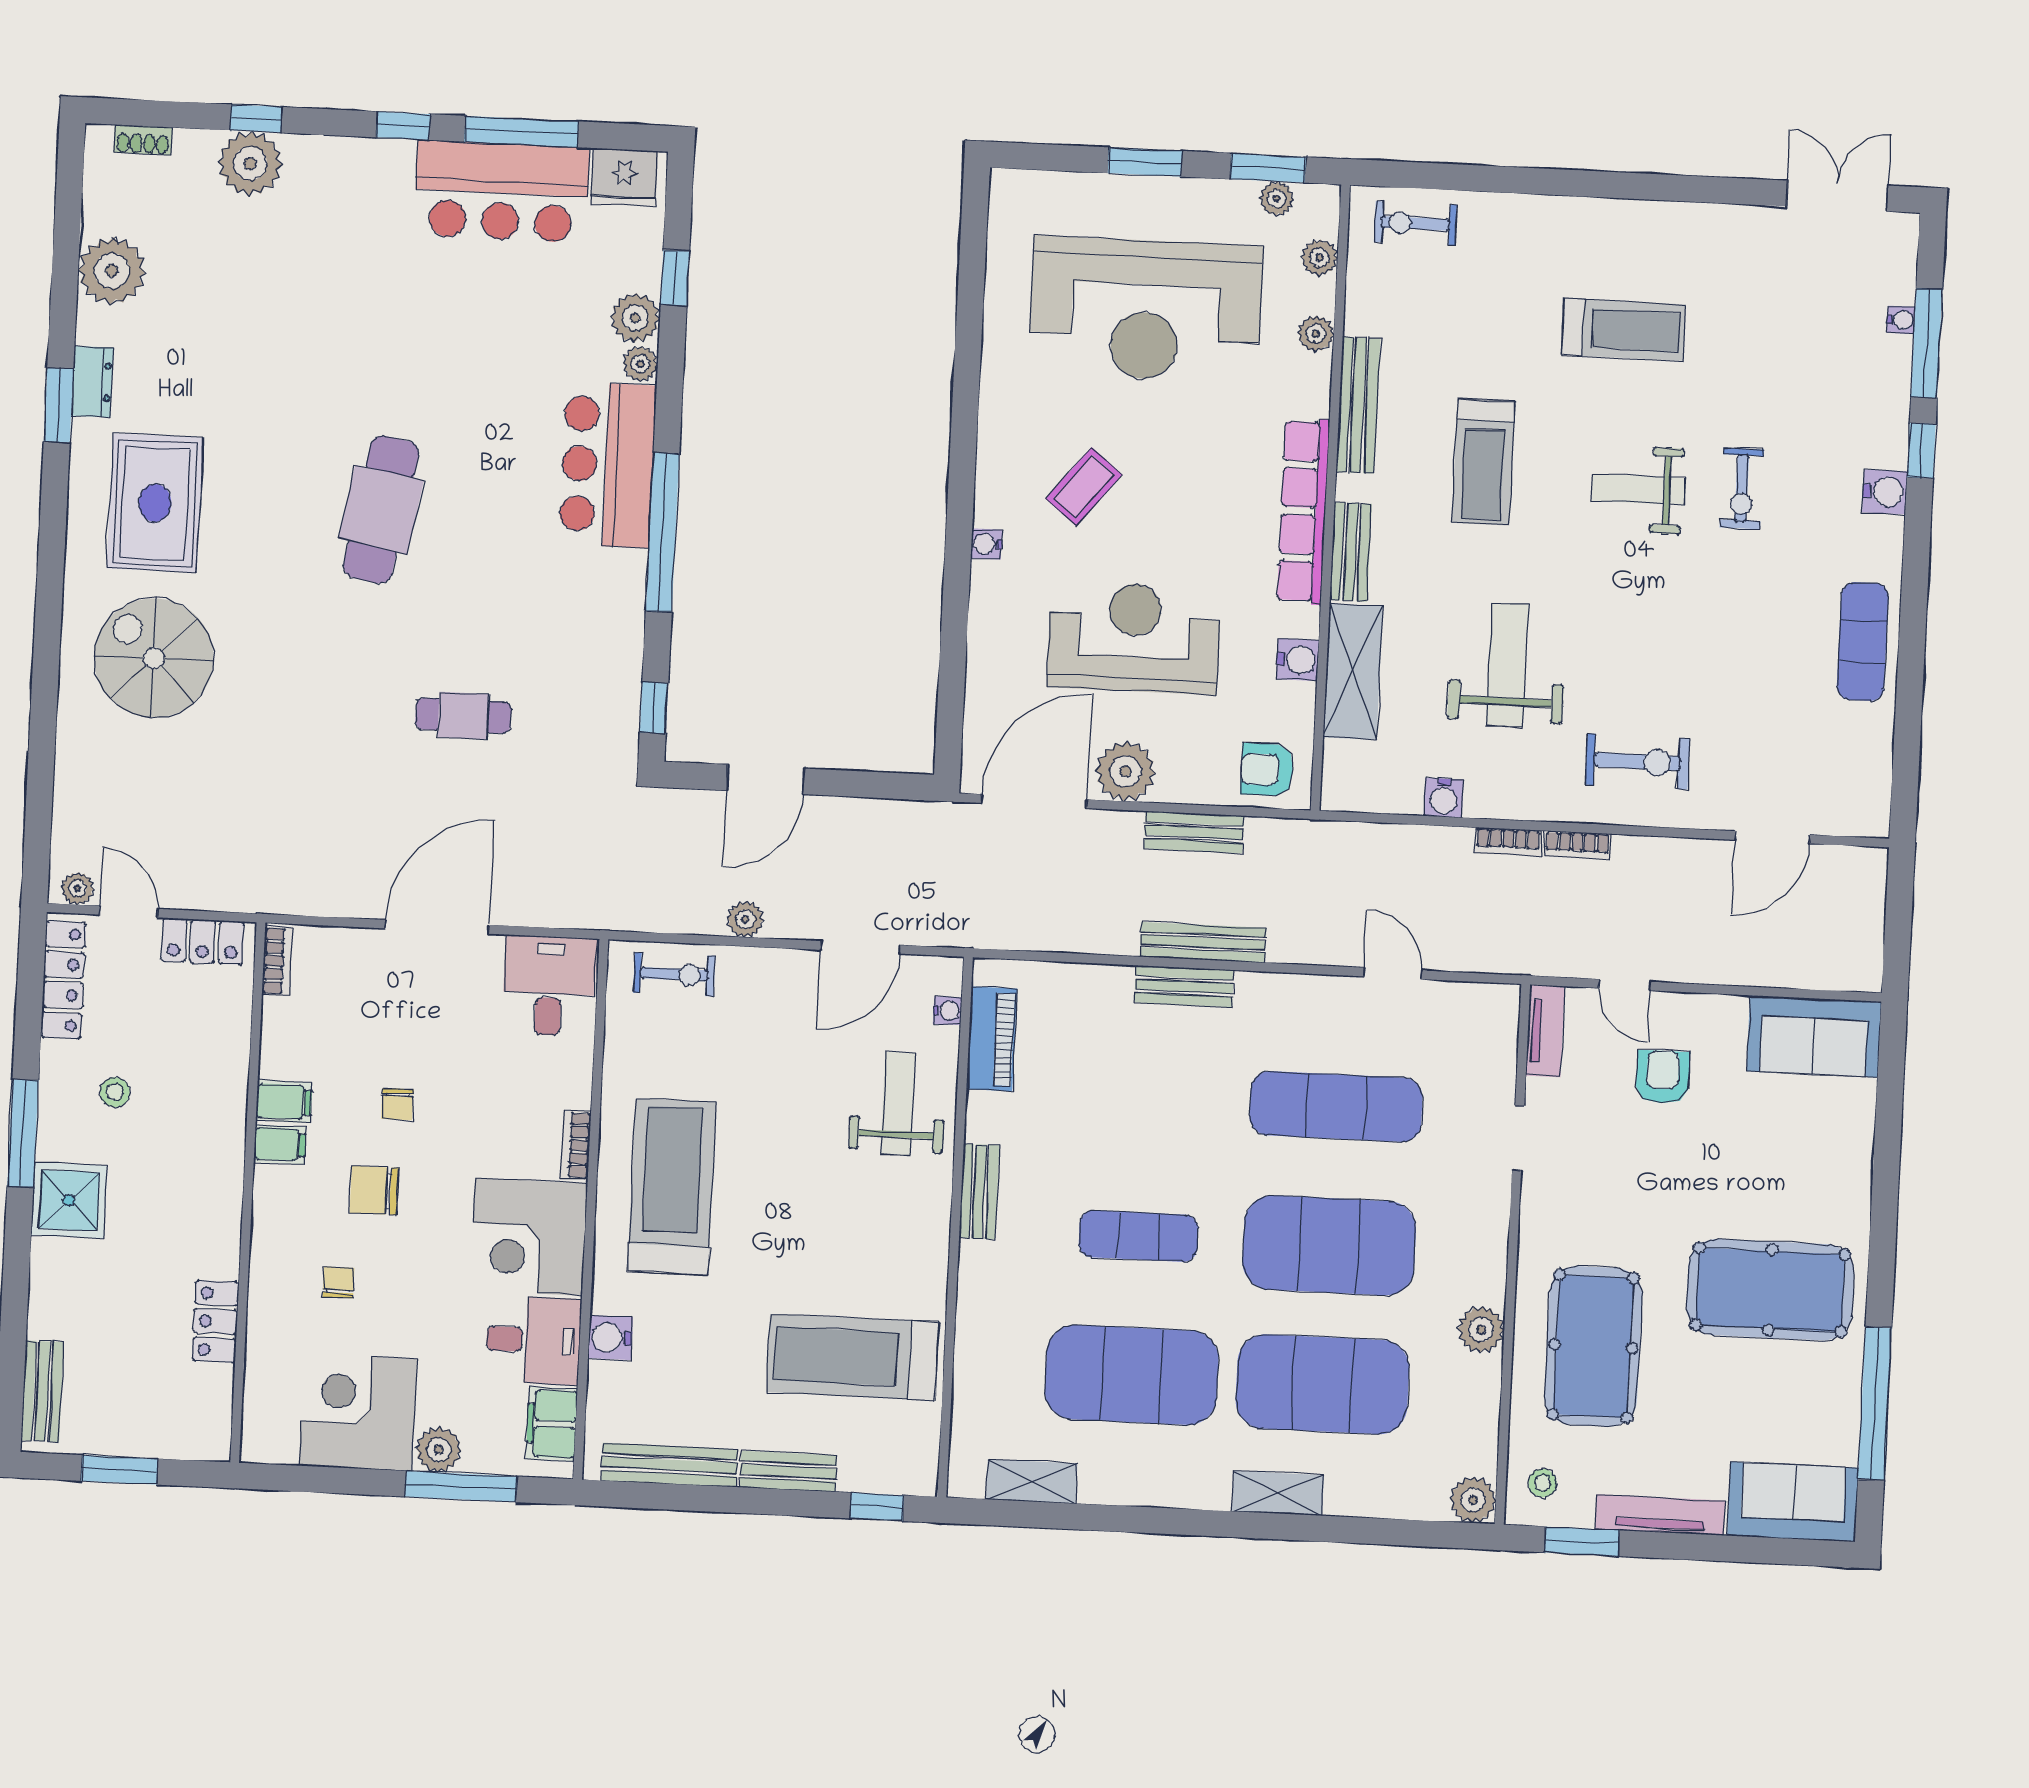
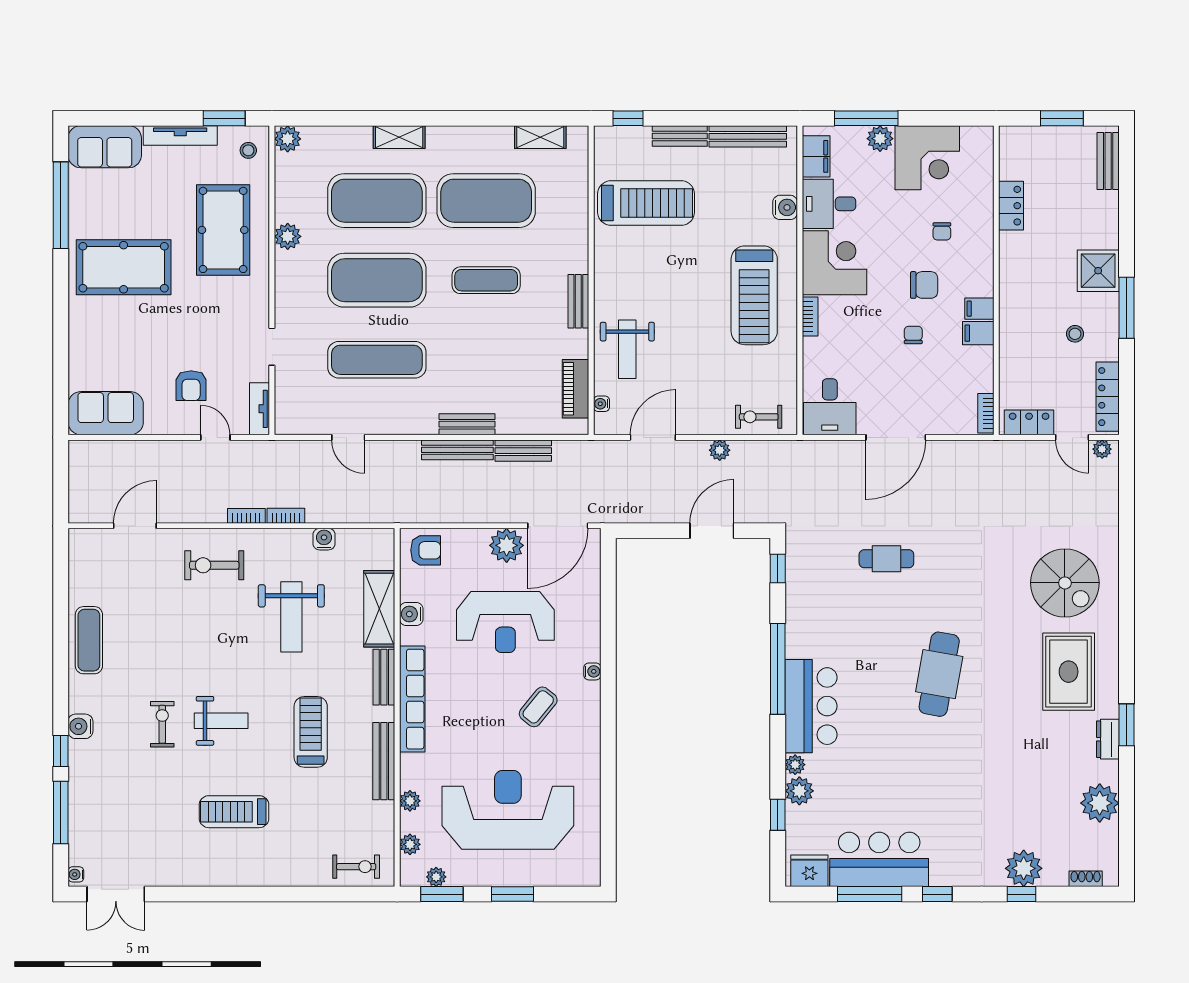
water cooler: (1901, 320) -> (76, 874), moved
bench: (1194, 832) -> (523, 451), moved

